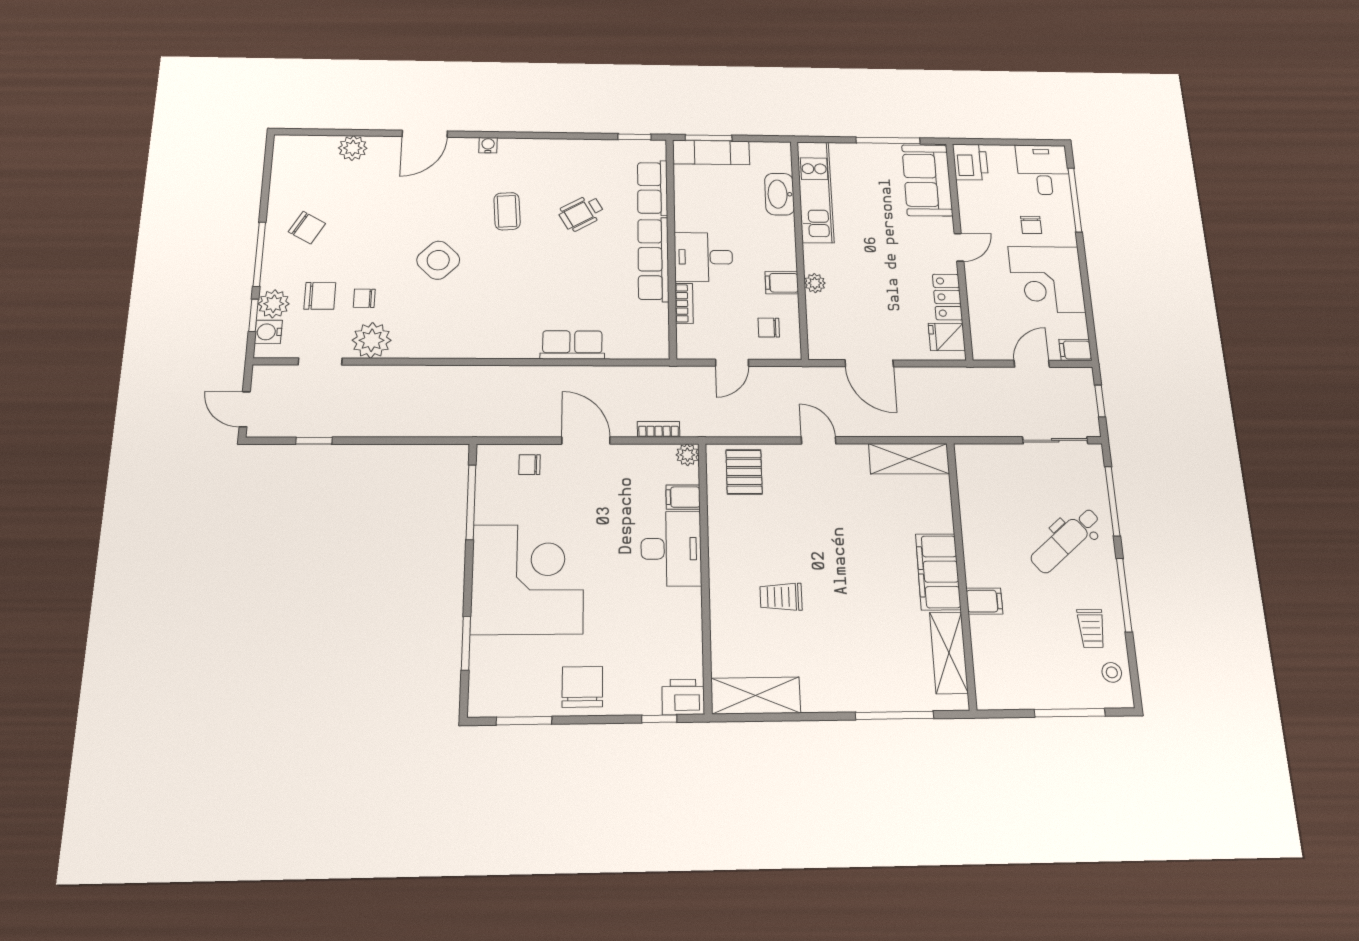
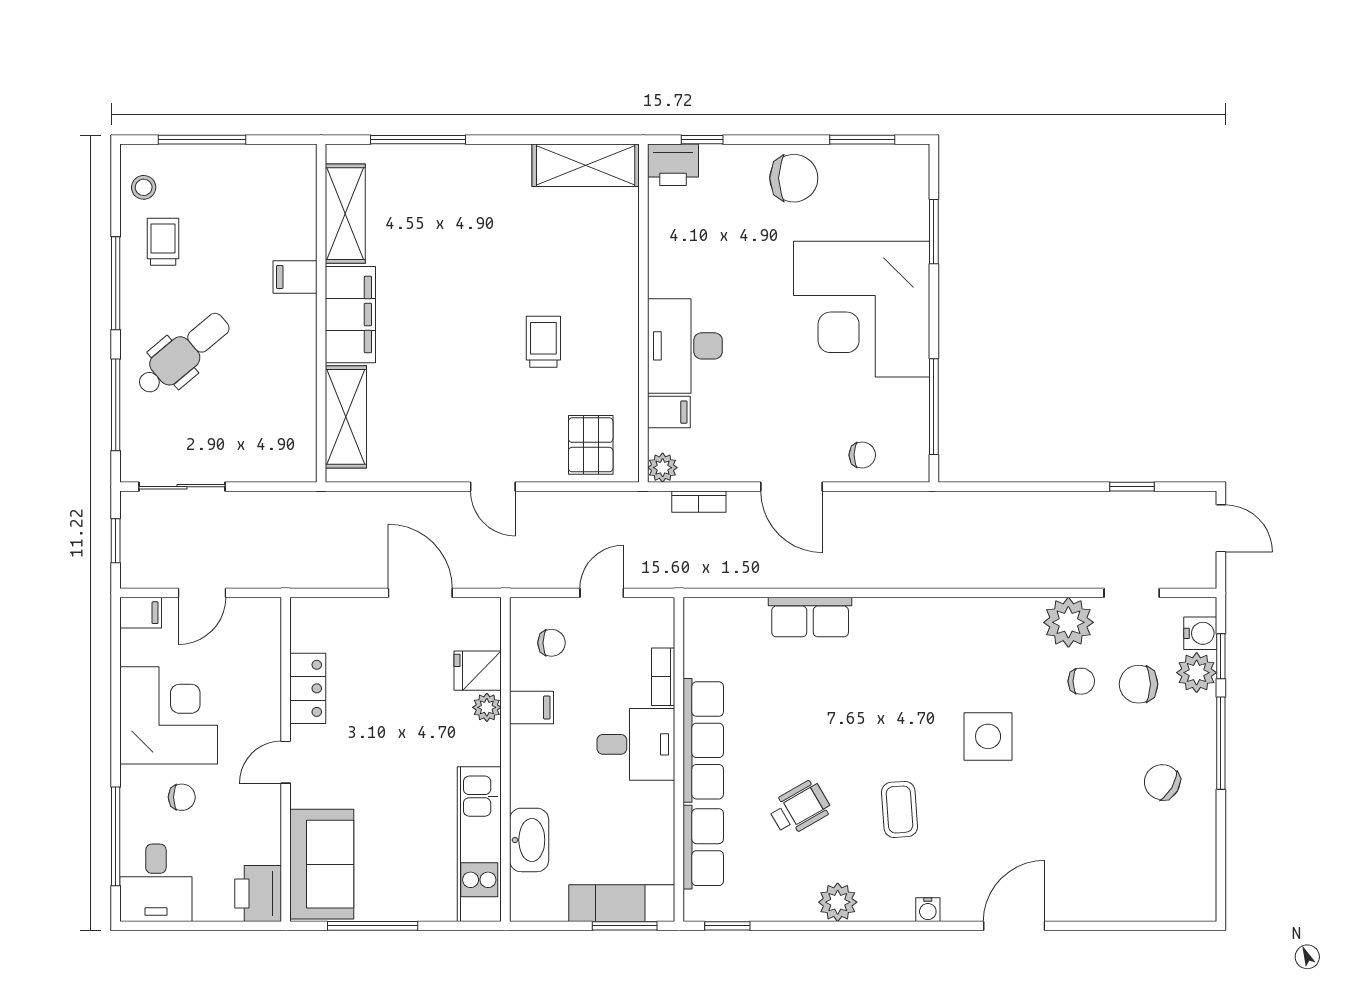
plant: (353, 148) -> (838, 902), moved
chair: (1031, 225) -> (182, 797), turned 90
side table: (438, 260) -> (988, 736), turned 45
fridge: (947, 337) -> (478, 671), moved, turned 180
shelving: (909, 459) -> (346, 417), moved, turned 90
trolley: (781, 597) -> (543, 342), moved, turned -90
chair: (582, 687) -> (794, 178), turned -90

